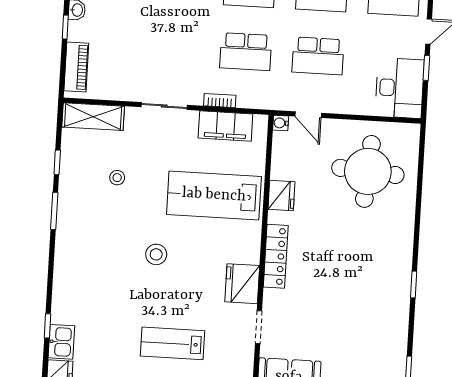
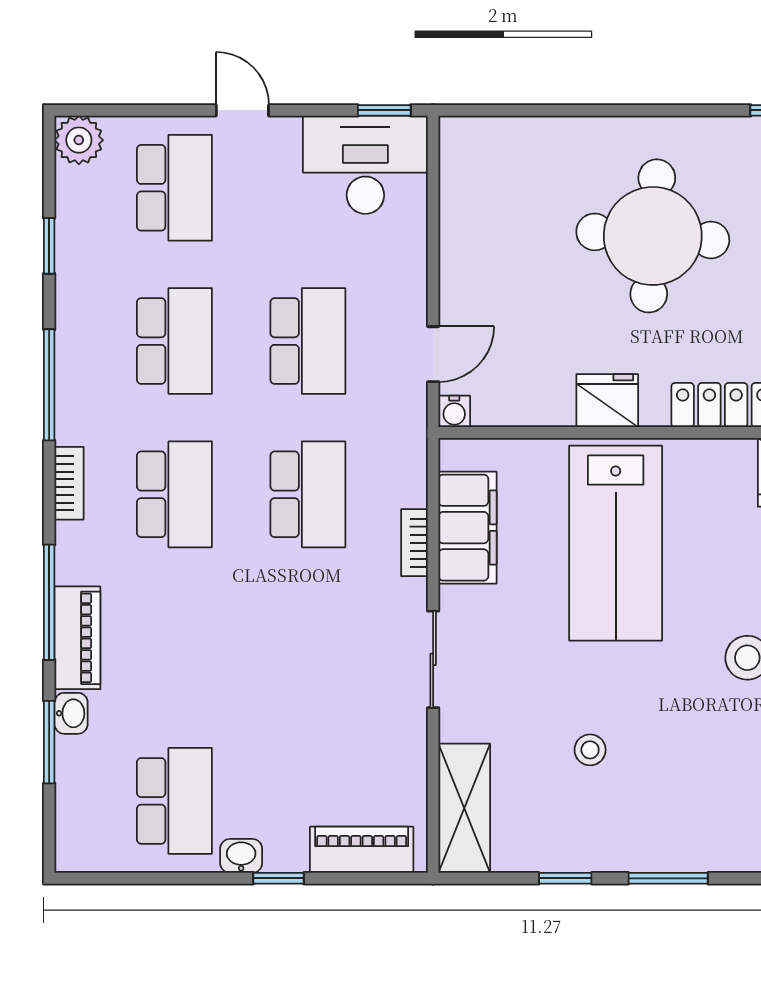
window: (426, 68) -> (384, 110), moved
round table: (368, 171) -> (653, 236), moved

